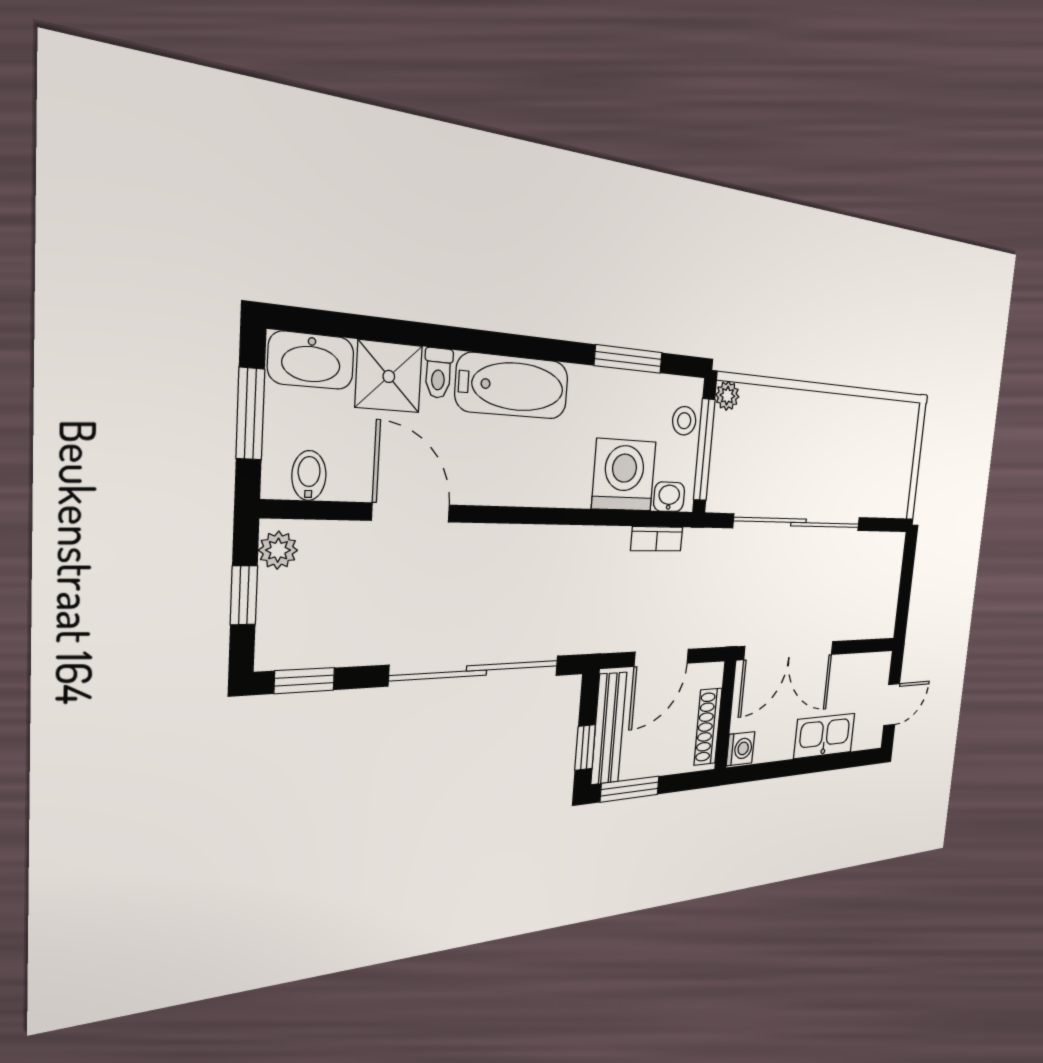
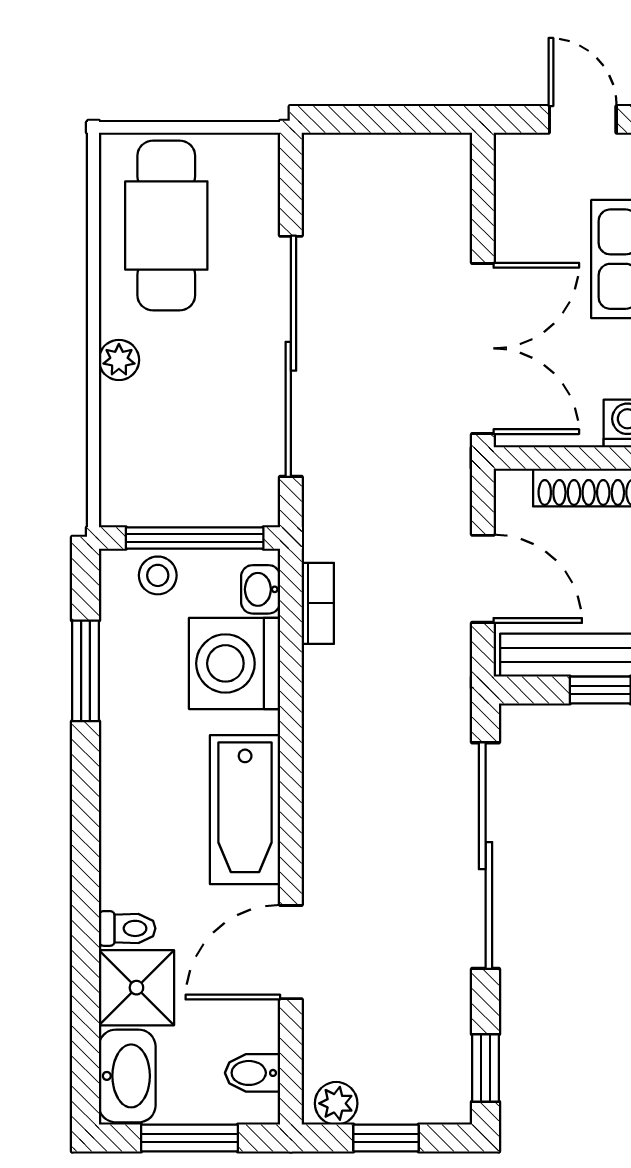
bathtub: (513, 386) -> (245, 810), moved, turned 180
plant: (727, 396) -> (119, 360), moved
cafe table: (872, 442) -> (166, 226), added

